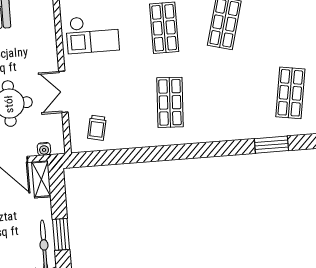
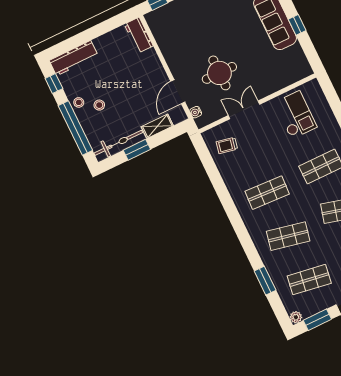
checkout: (92, 34) -> (295, 115), turned 180
shop shelf: (230, 98) -> (288, 236), added
shelving: (41, 179) -> (157, 126), moved

